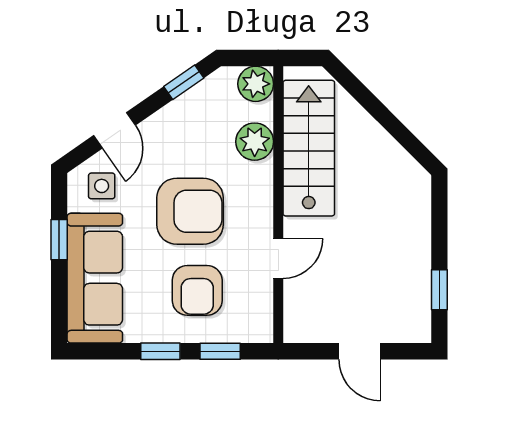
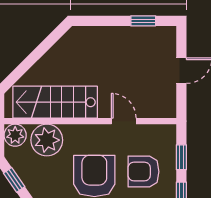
plant: (255, 142) -> (47, 140), width x1.36, depth x1.36
armchair: (197, 290) -> (144, 172), turned 180

